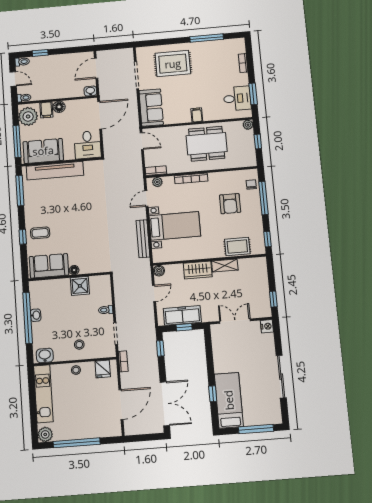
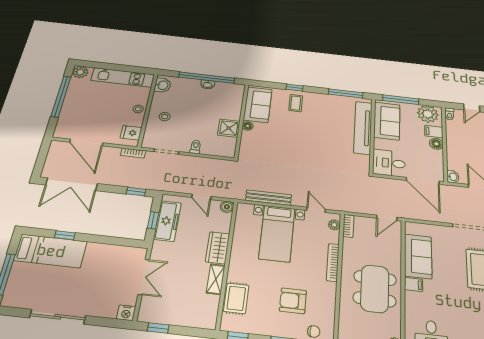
sofa: (151, 108) -> (418, 256), moved, turned -90

